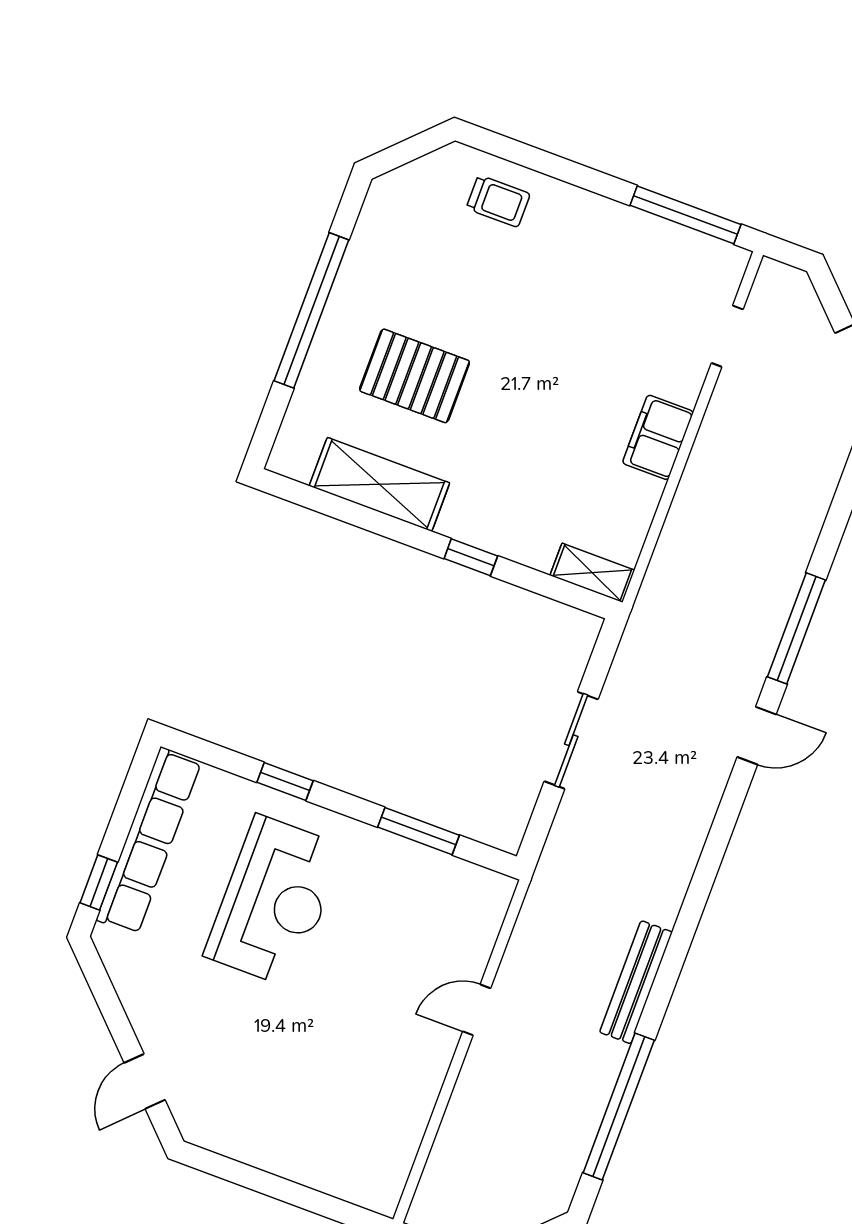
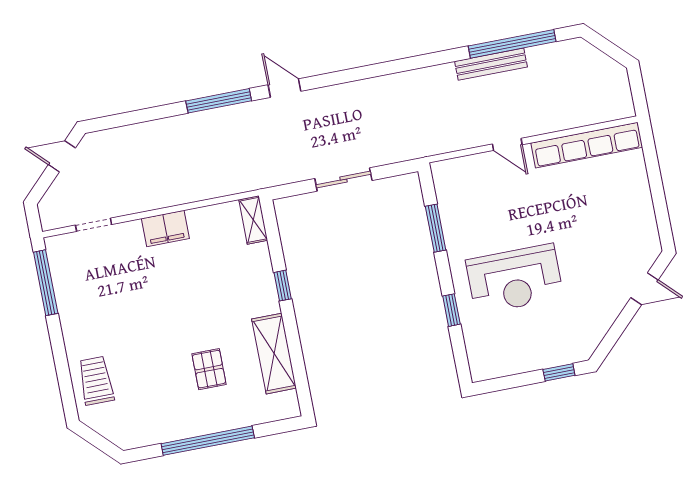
trolley: (498, 201) -> (96, 381), width x1.36, depth x1.39
pallet: (415, 376) -> (209, 369), width x0.67, depth x0.71
row of seats: (149, 841) -> (587, 145), moved, turned 180
reception desk: (274, 901) -> (515, 279), turned 180
bench: (636, 982) -> (491, 64), moved

